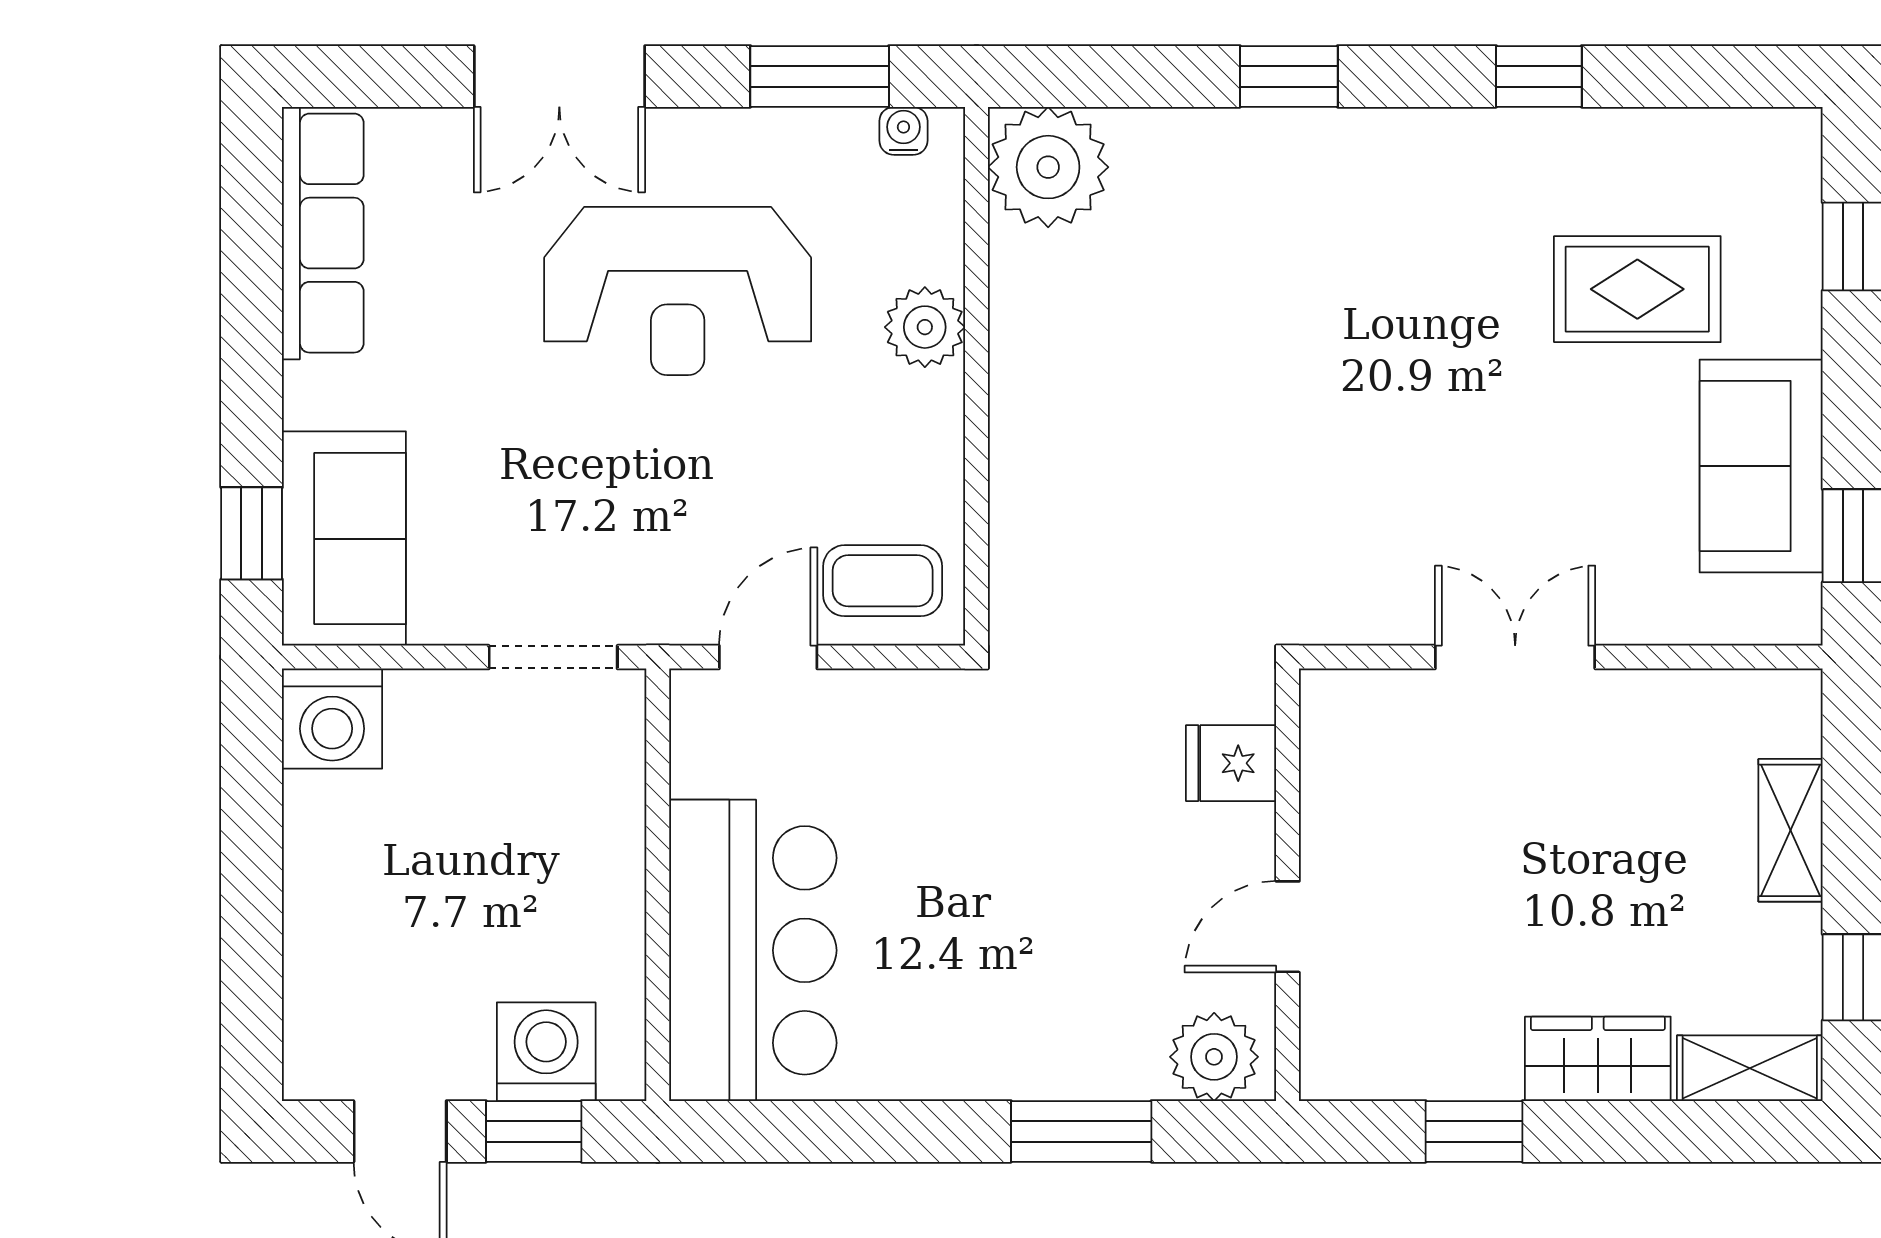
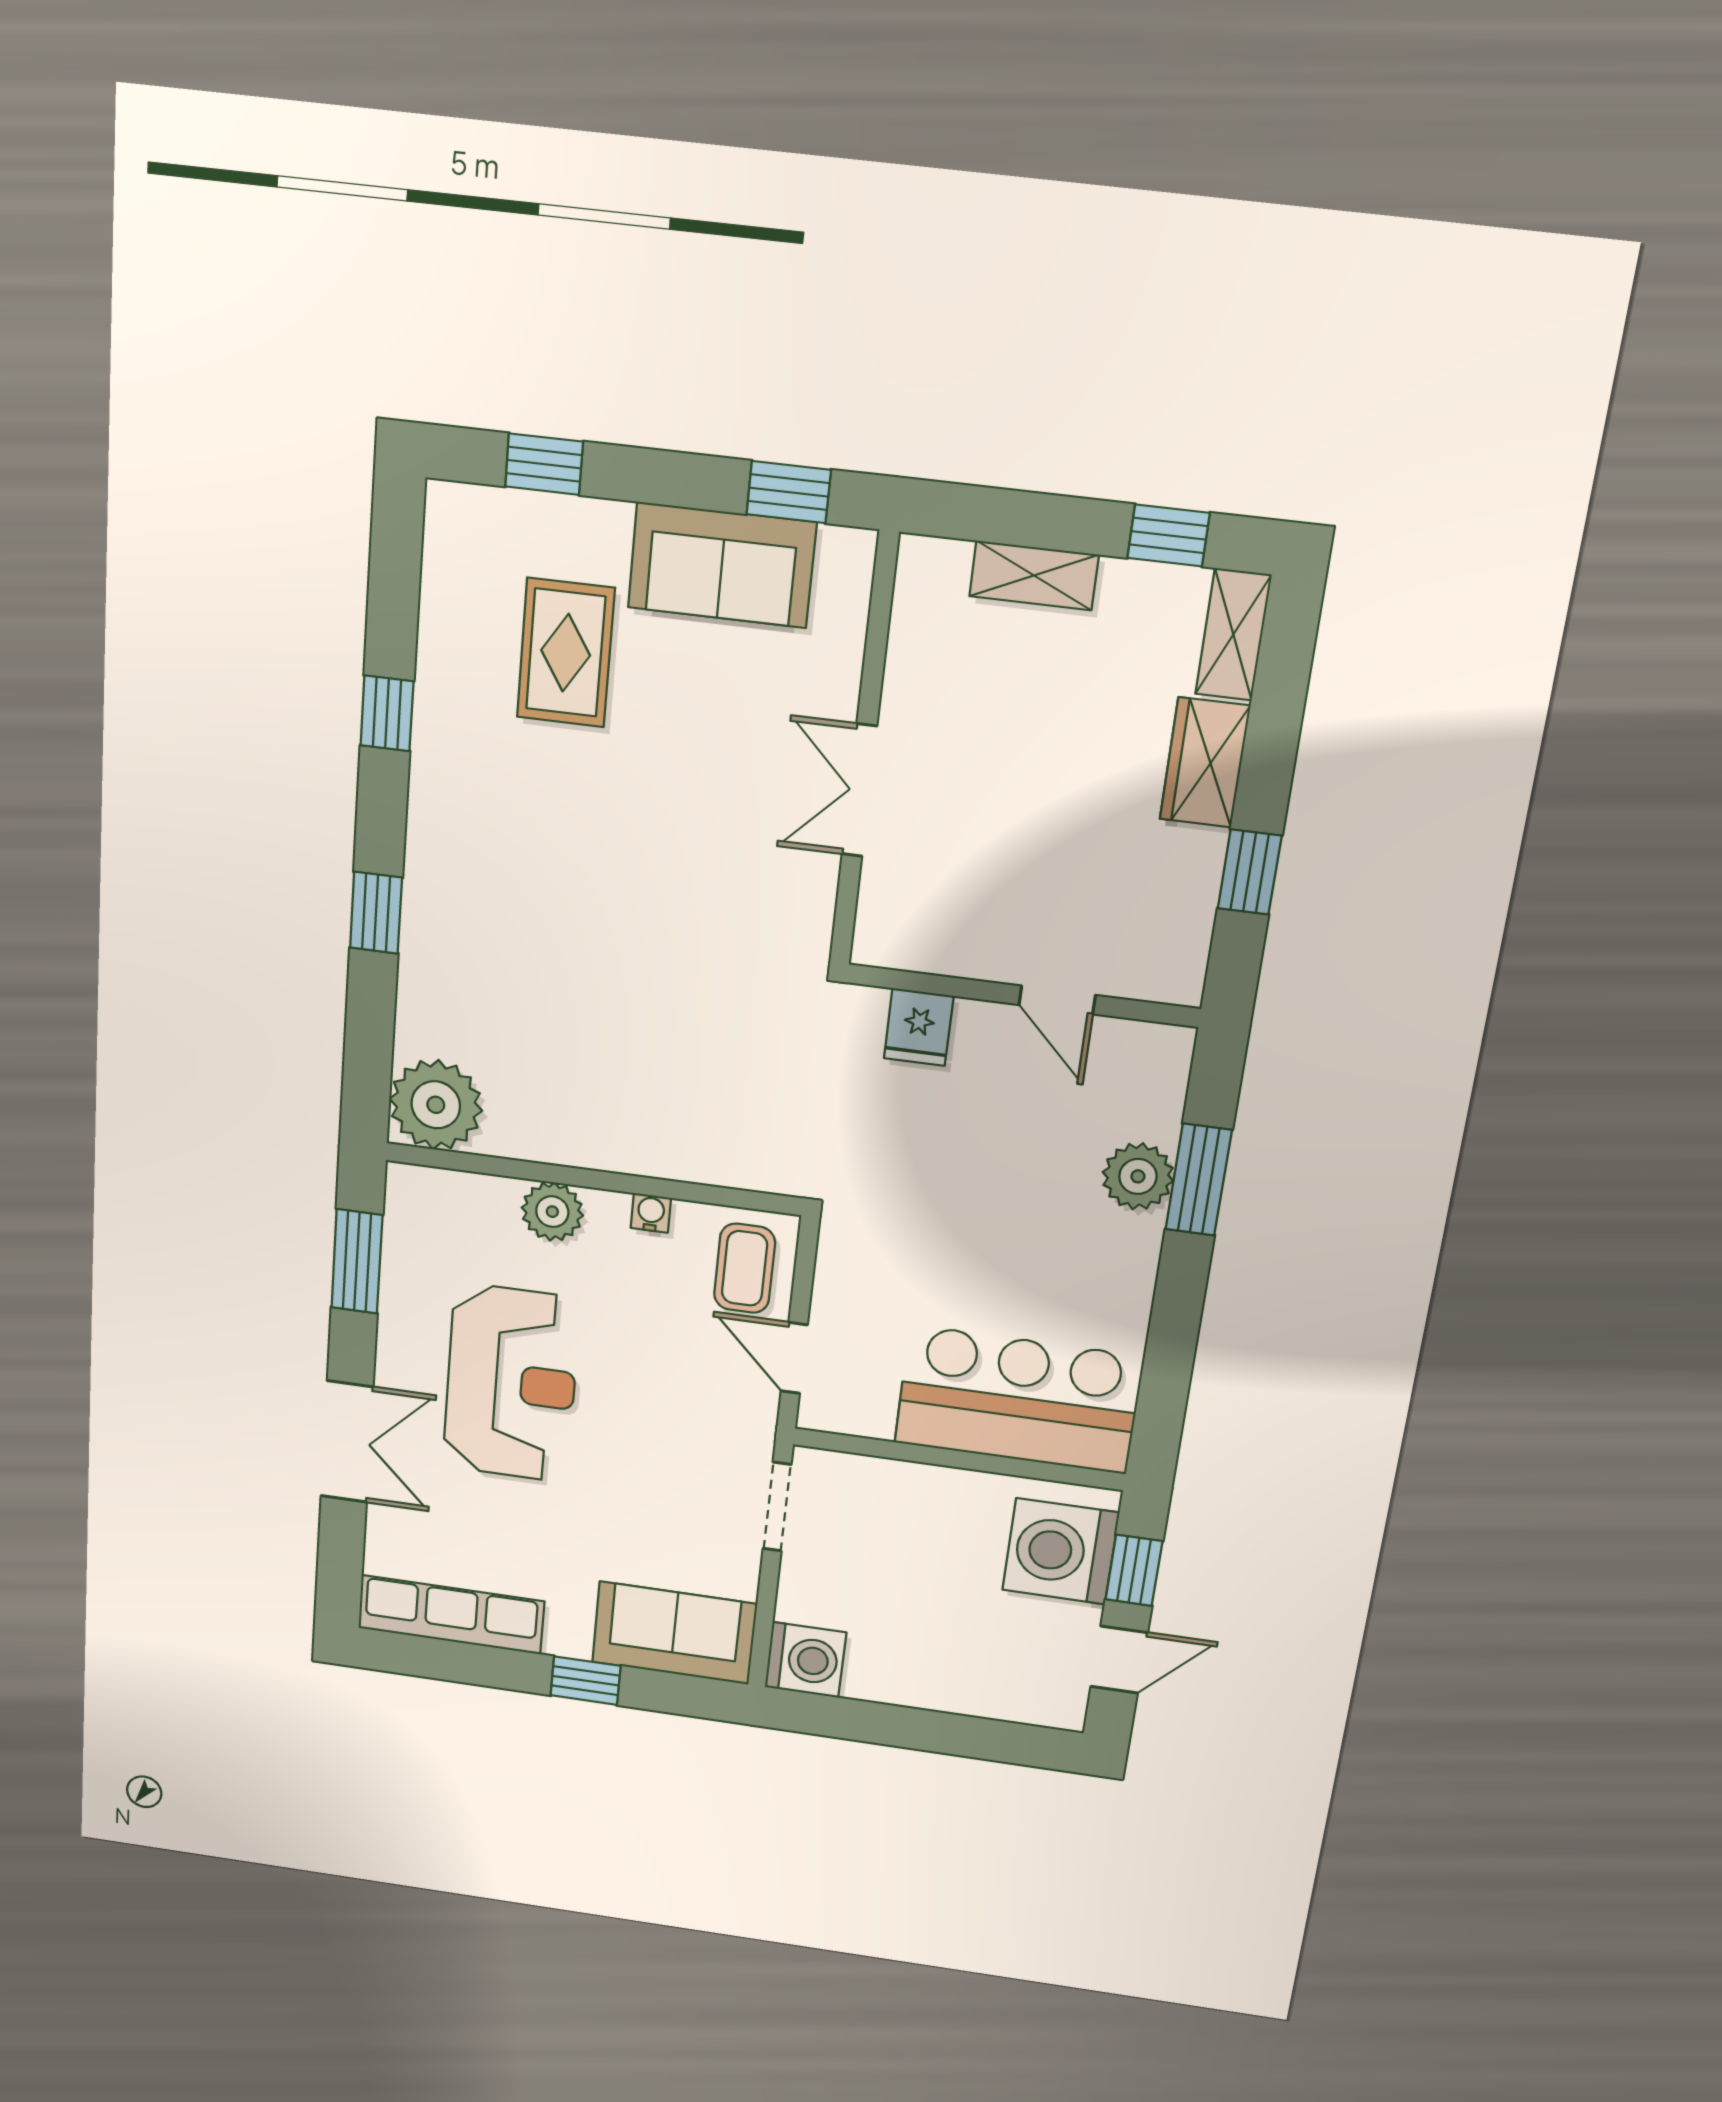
water cooler: (903, 131) -> (651, 1213), moved, turned 90
window: (252, 533) -> (585, 1681), moved
washing machine: (546, 1052) -> (1061, 1551), width x1.37, depth x1.37
plant: (1214, 1057) -> (1138, 1176), moved

